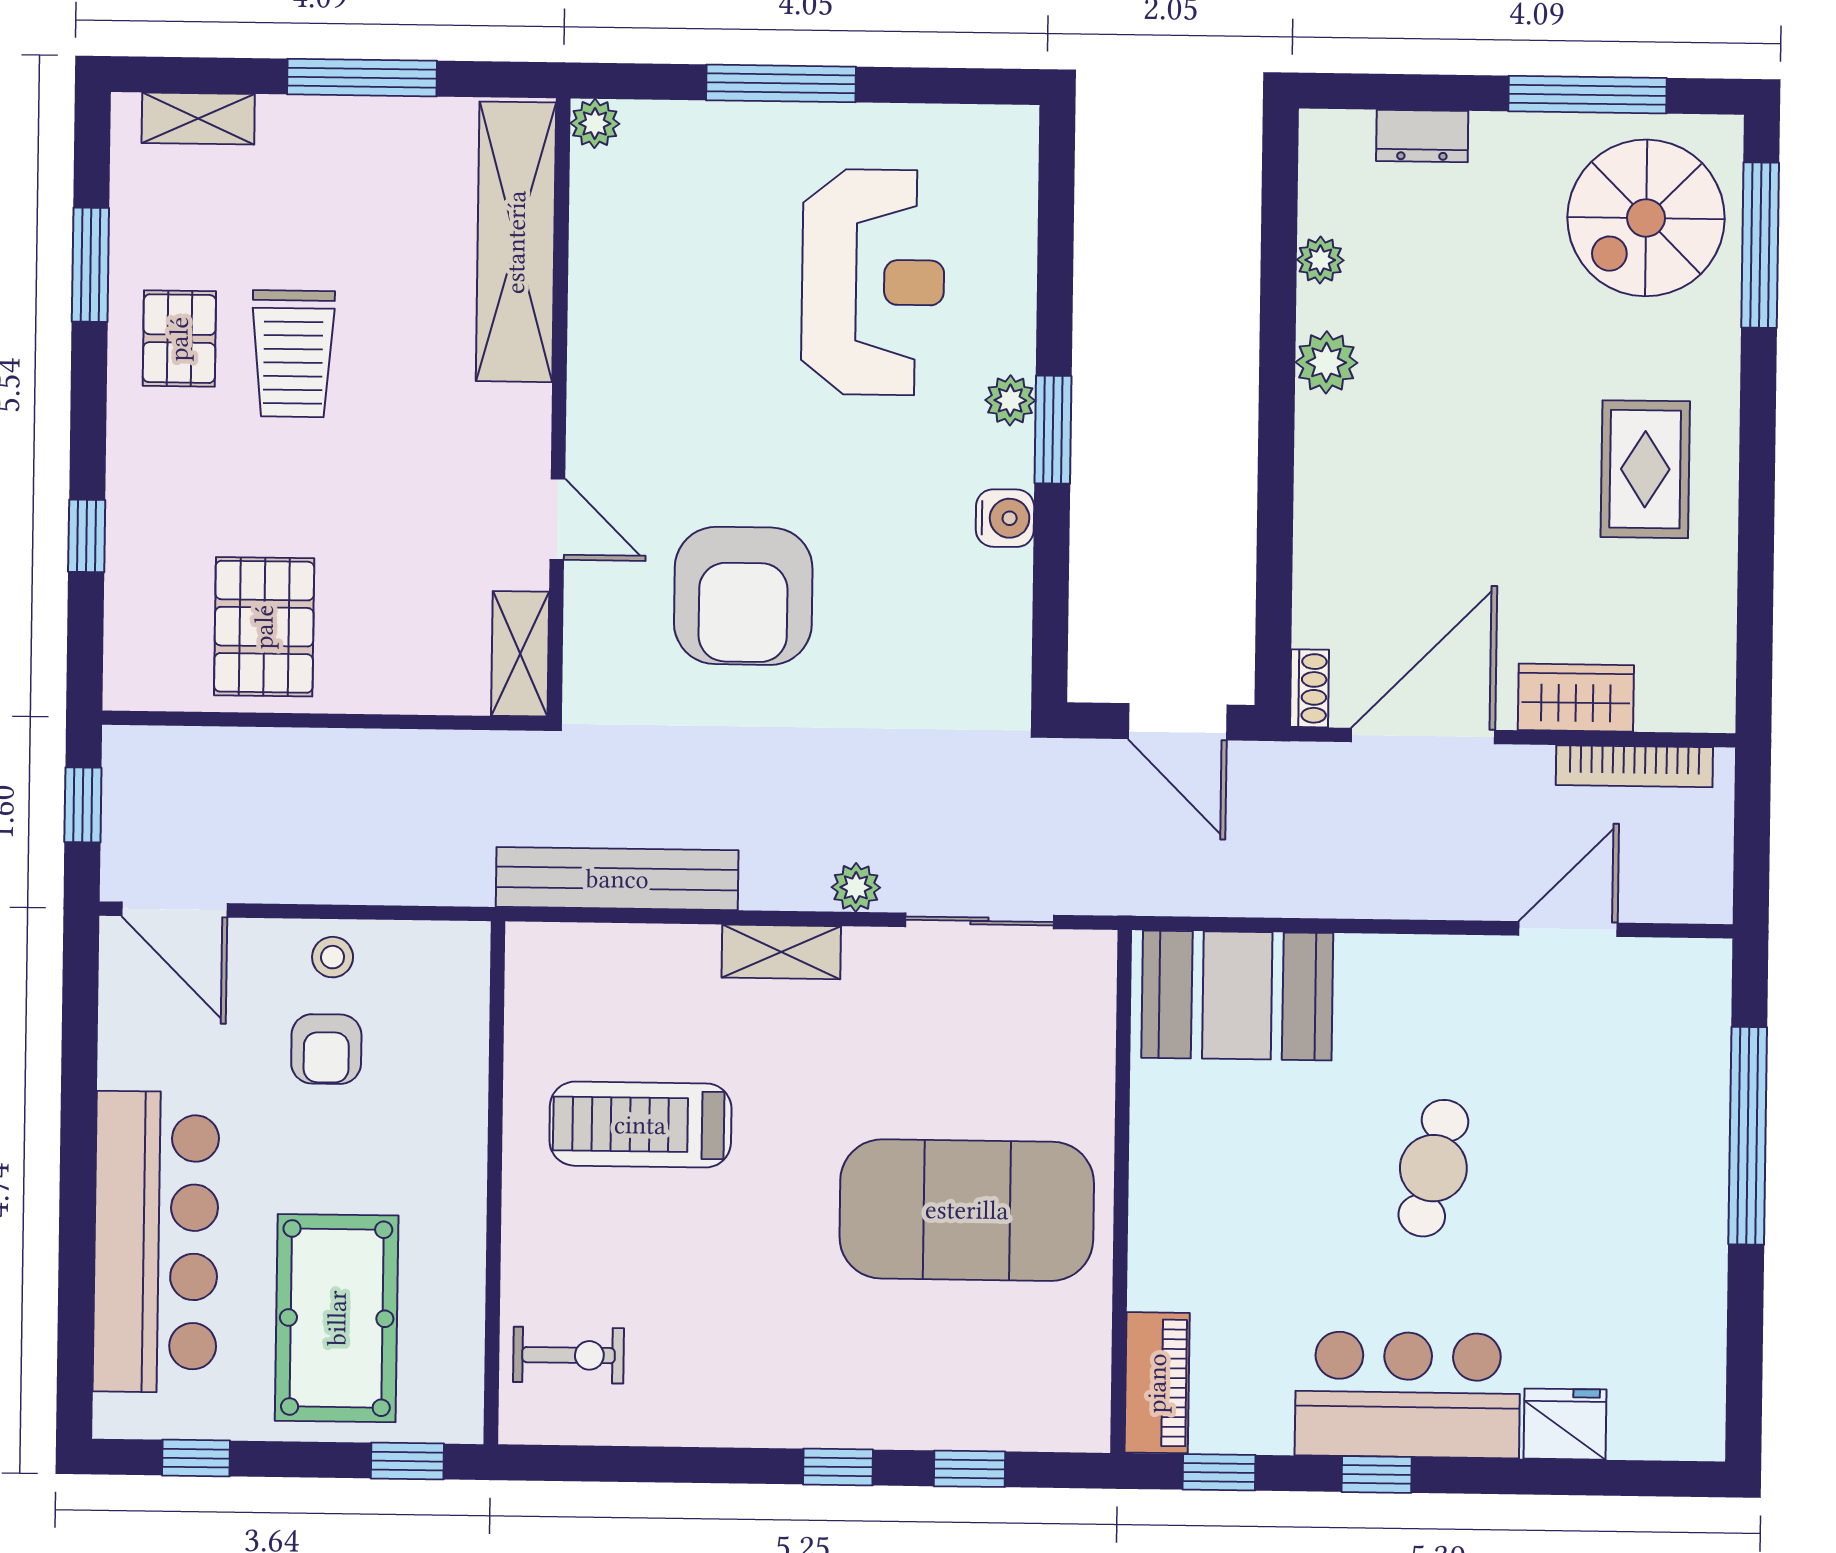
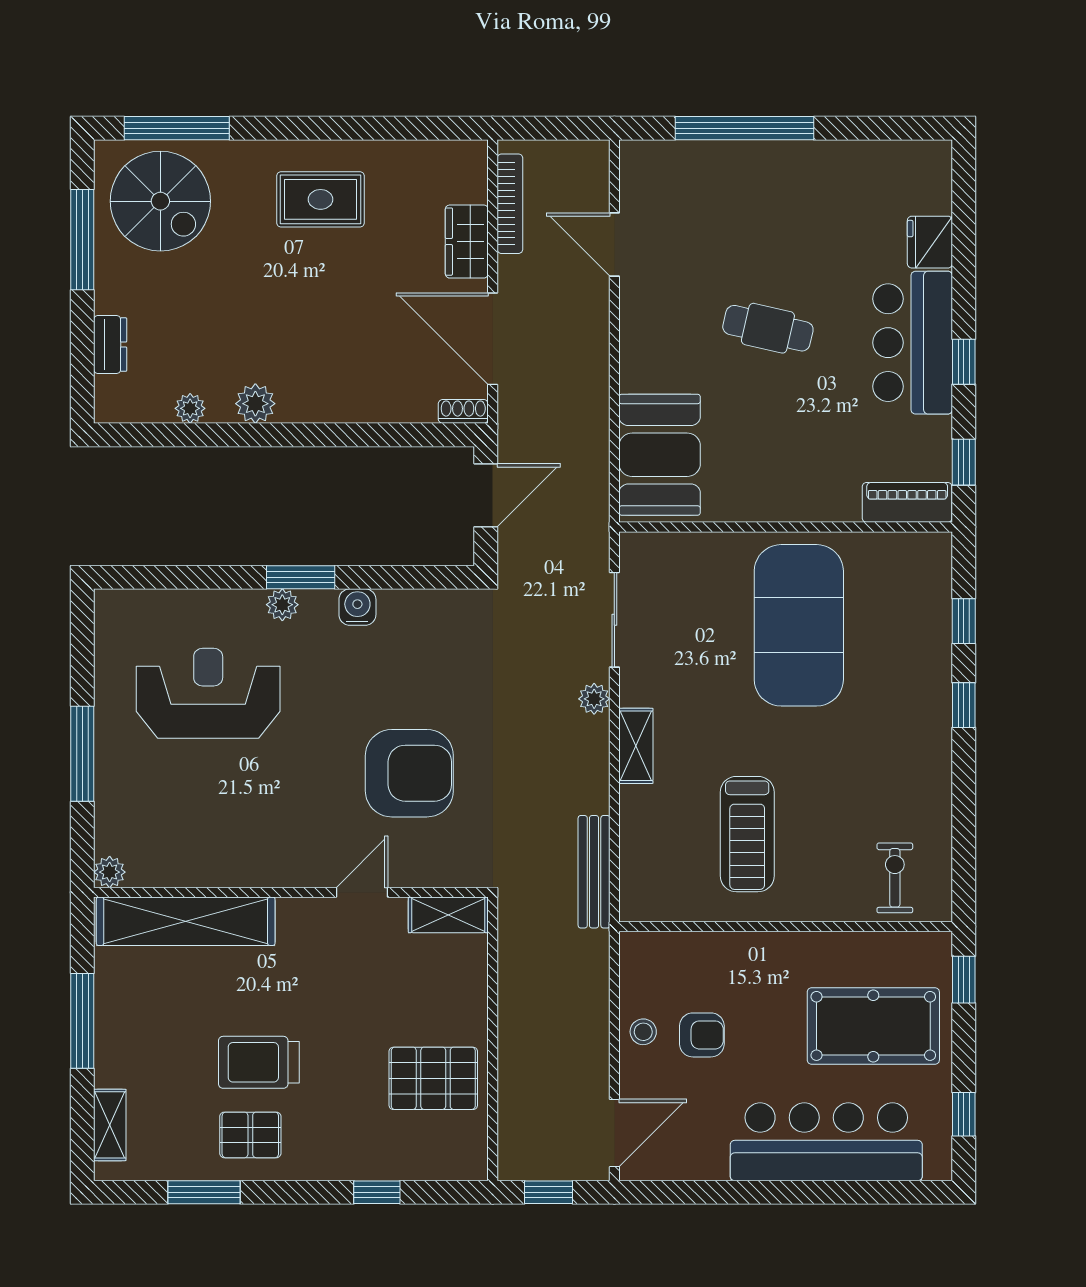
trolley: (293, 354) -> (259, 1062), turned 180
bench: (617, 879) -> (594, 872), width x0.73, depth x0.82

